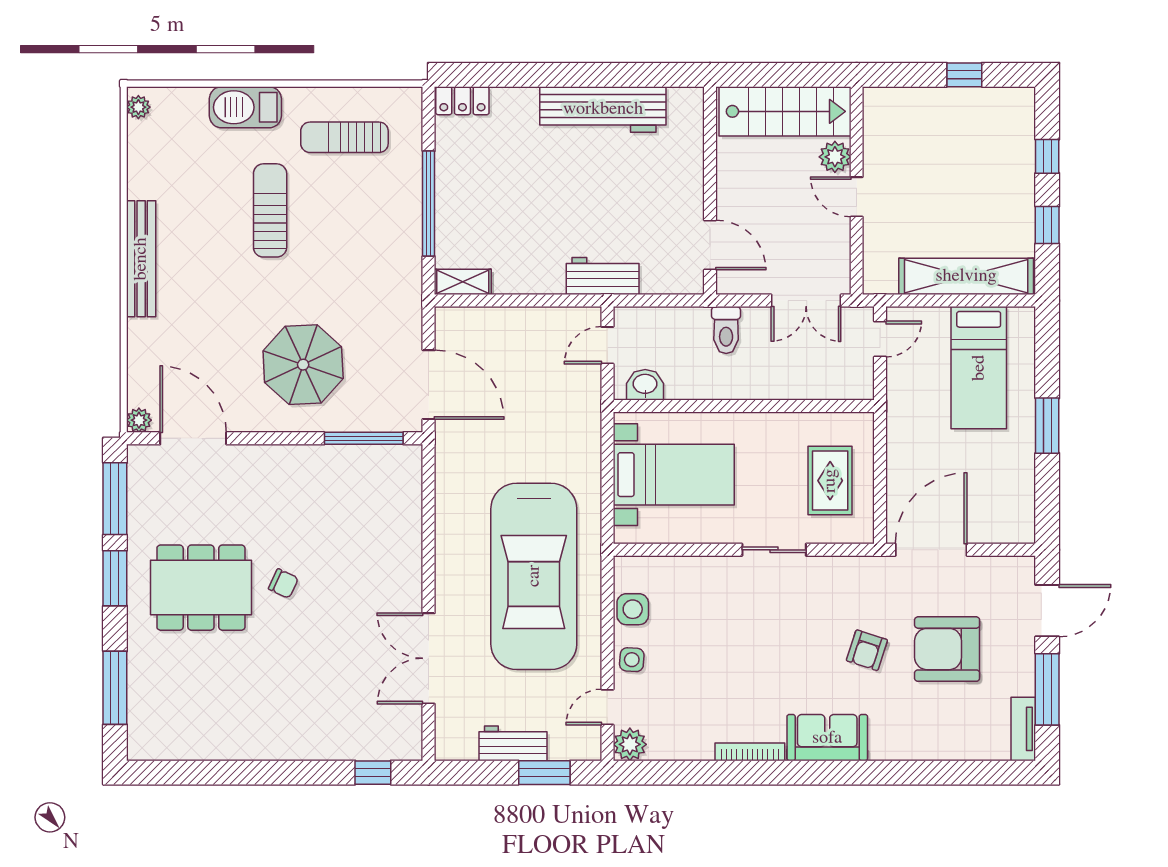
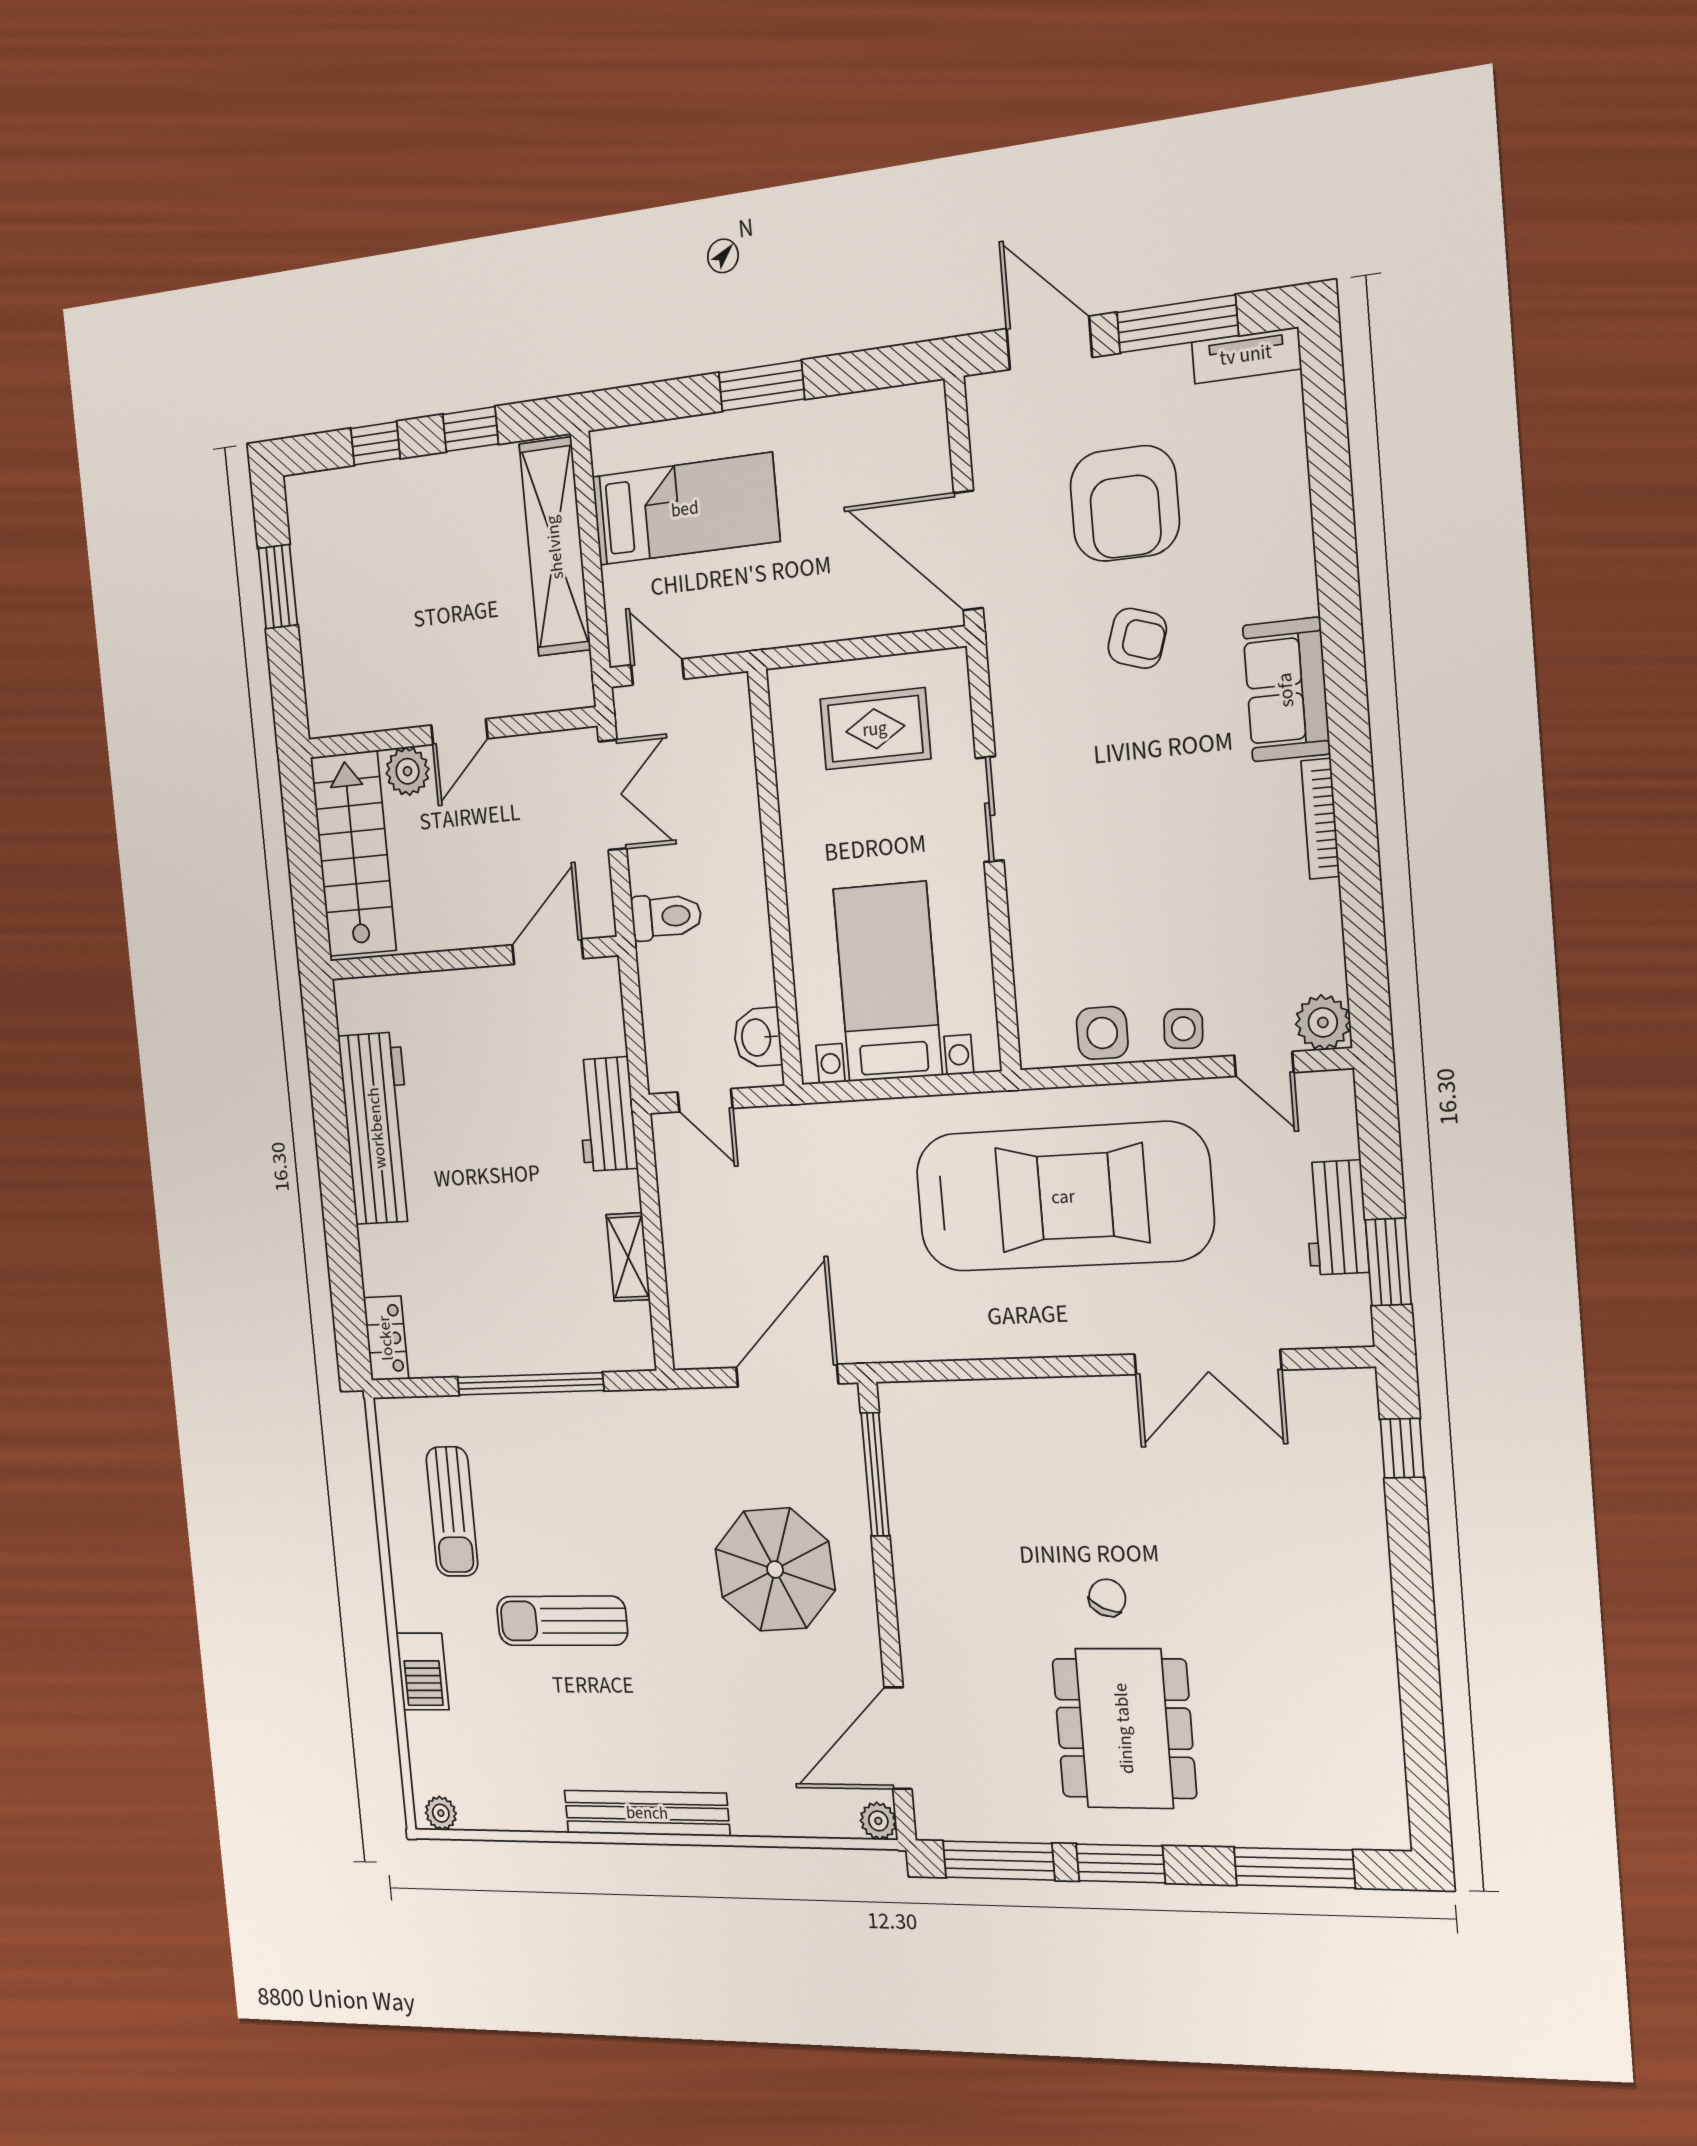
window: (964, 75) -> (278, 587), width x1.50
barbecue: (245, 107) -> (423, 1672), width x0.73, depth x0.83
shelving: (463, 282) -> (628, 1257), moved
window: (544, 773) -> (1388, 1262), moved

